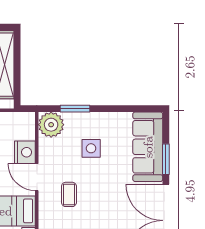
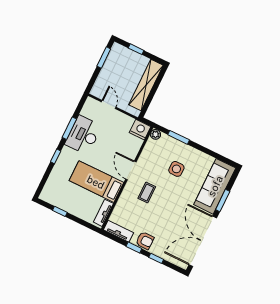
plant: (51, 125) -> (155, 134), width x0.53, depth x0.53
nightstand: (25, 152) -> (140, 130), moved, turned -90

